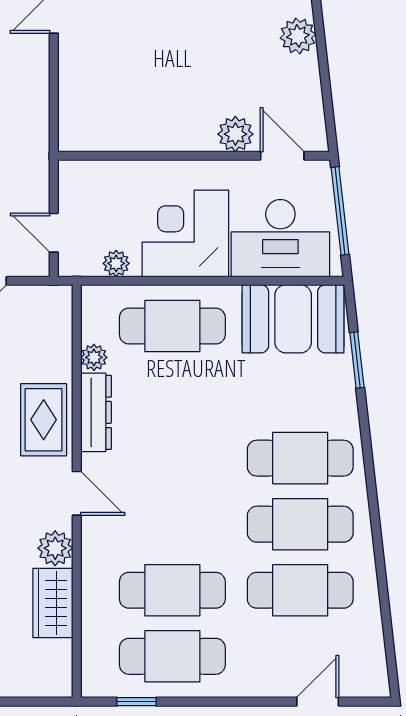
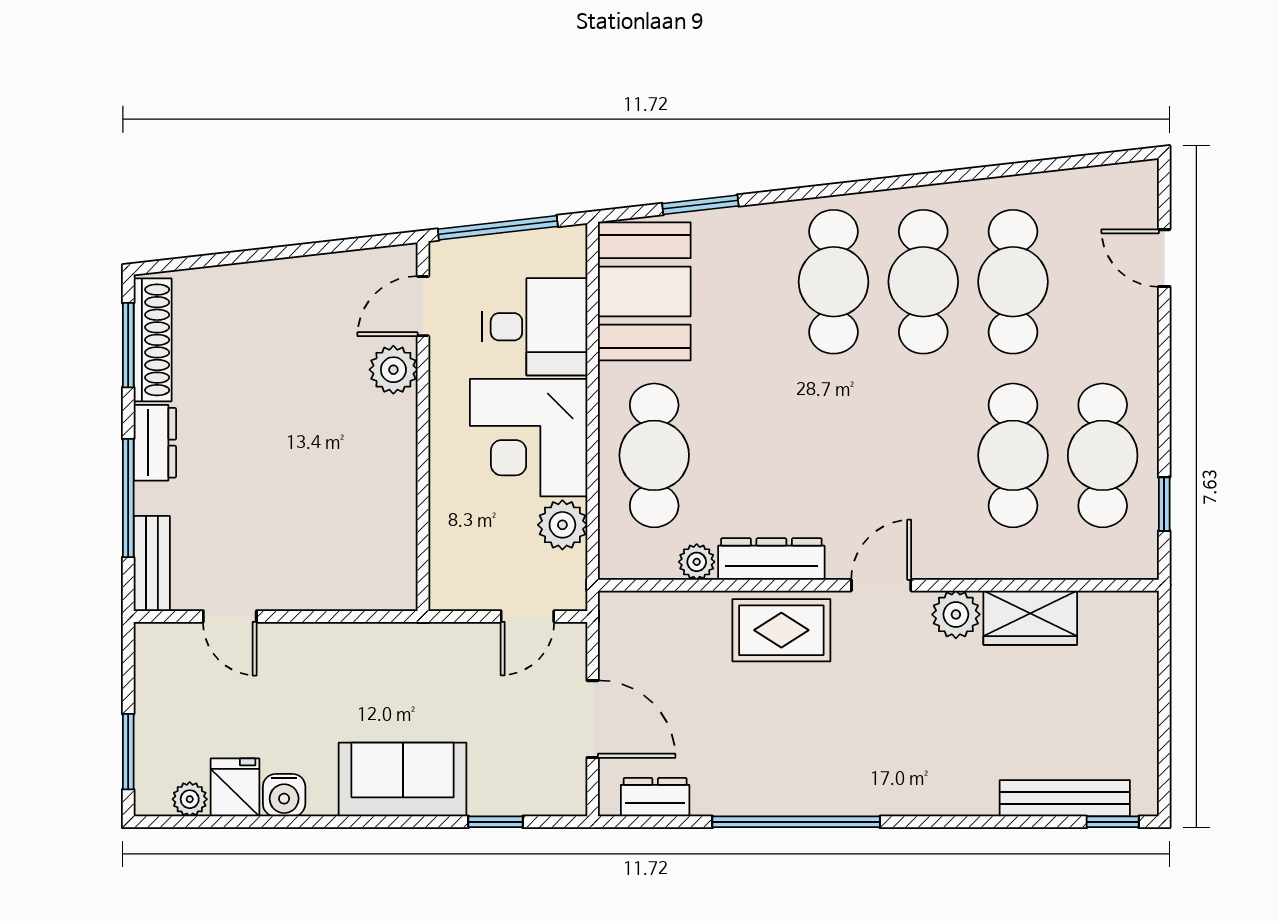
plant: (298, 36) -> (260, 285), removed
desk: (280, 238) -> (535, 327), width x0.73
plant: (116, 263) -> (562, 525), width x1.38, depth x1.38

